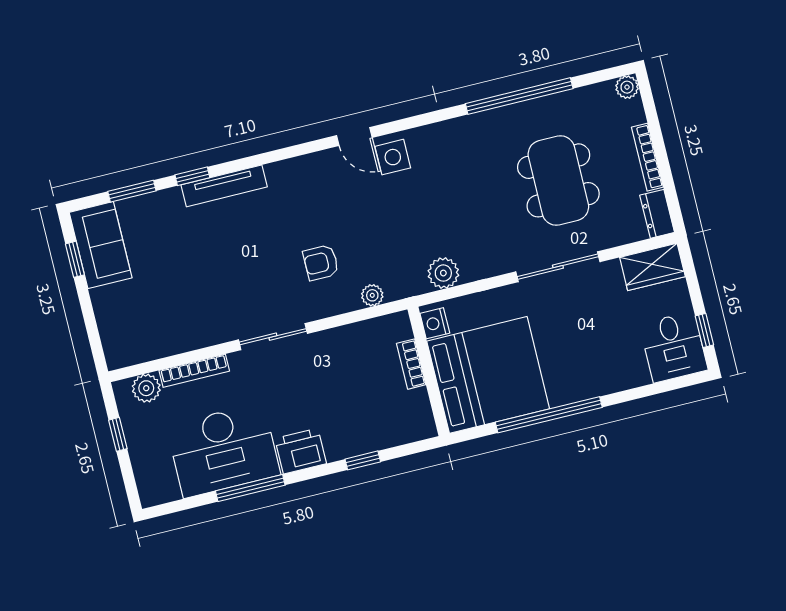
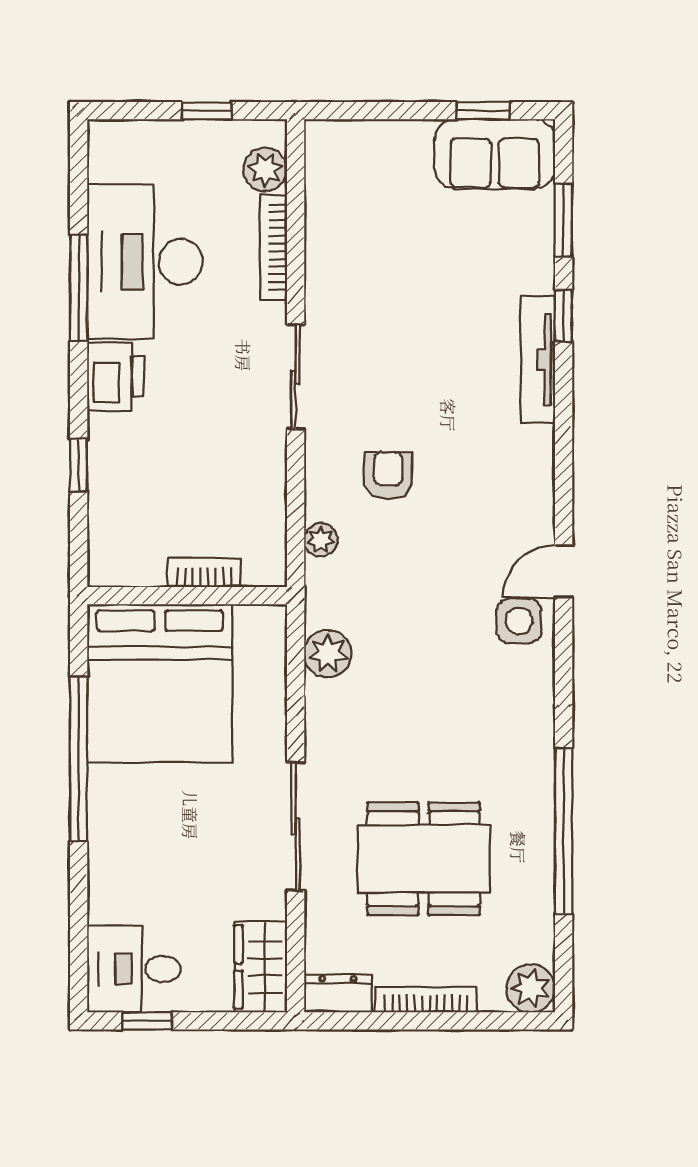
plant: (627, 87) -> (531, 988), width x1.38, depth x1.38
nightstand: (435, 323) -> (256, 623), removed

